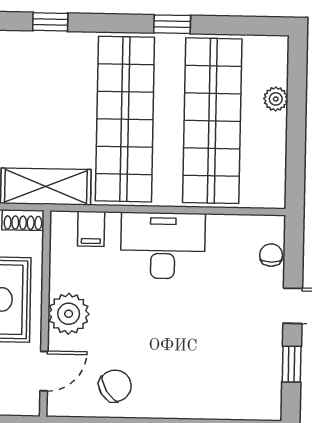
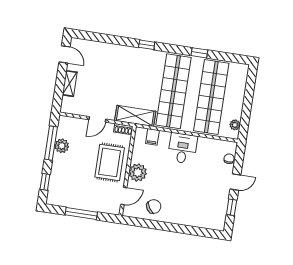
plant: (276, 99) -> (235, 125), moved
desk: (163, 246) -> (183, 148), width x0.73

